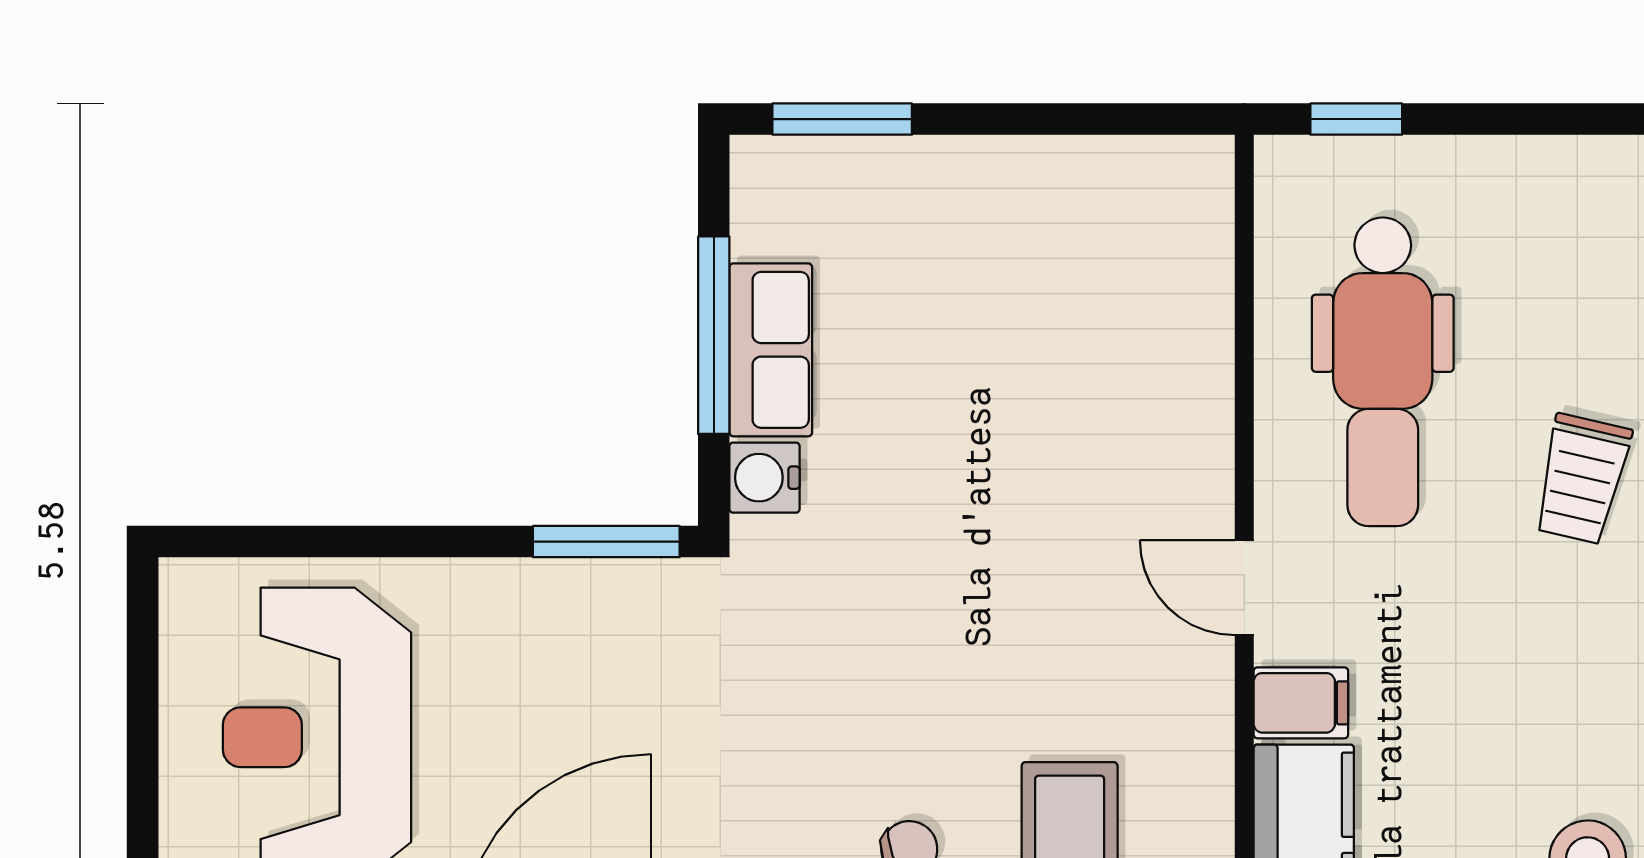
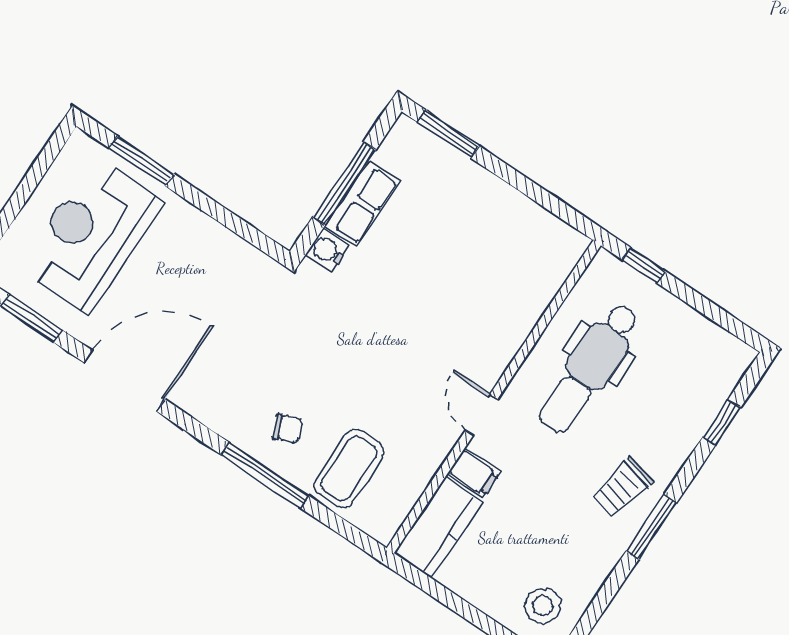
trolley: (1582, 479) -> (622, 488), moved
window: (606, 542) -> (141, 161), moved

